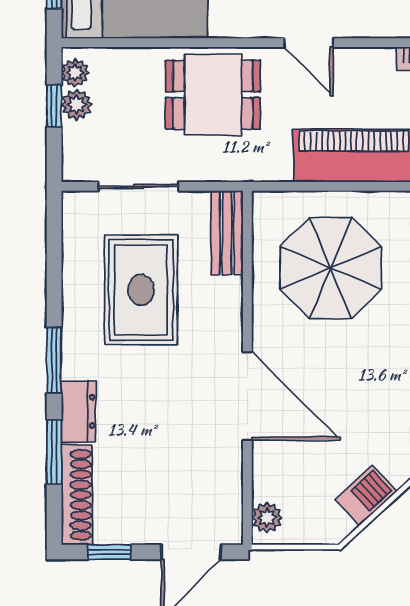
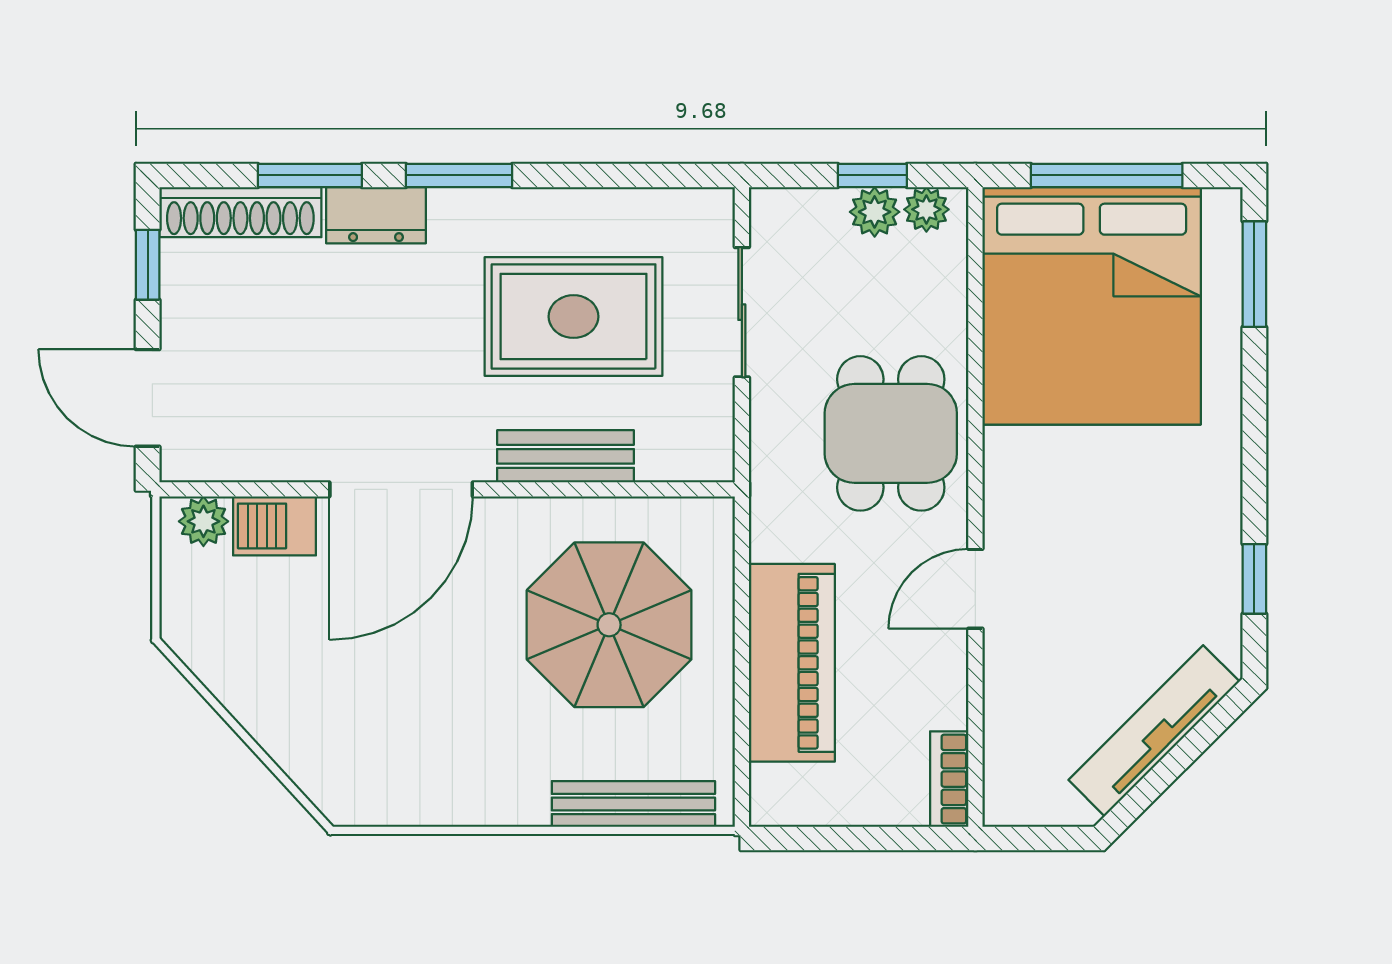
bench: (227, 233) -> (565, 456), moved
barbecue: (366, 496) -> (274, 526), moved, turned 133

